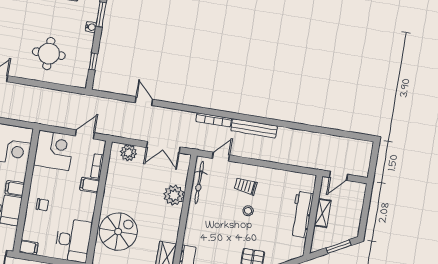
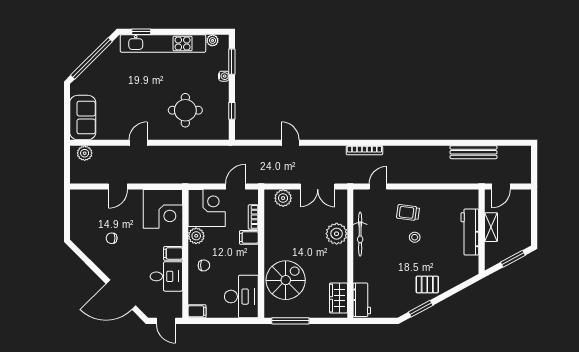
bench: (254, 128) -> (474, 152), moved
plant: (40, 175) -> (196, 236), added
bicycle: (199, 182) -> (360, 234), moved

